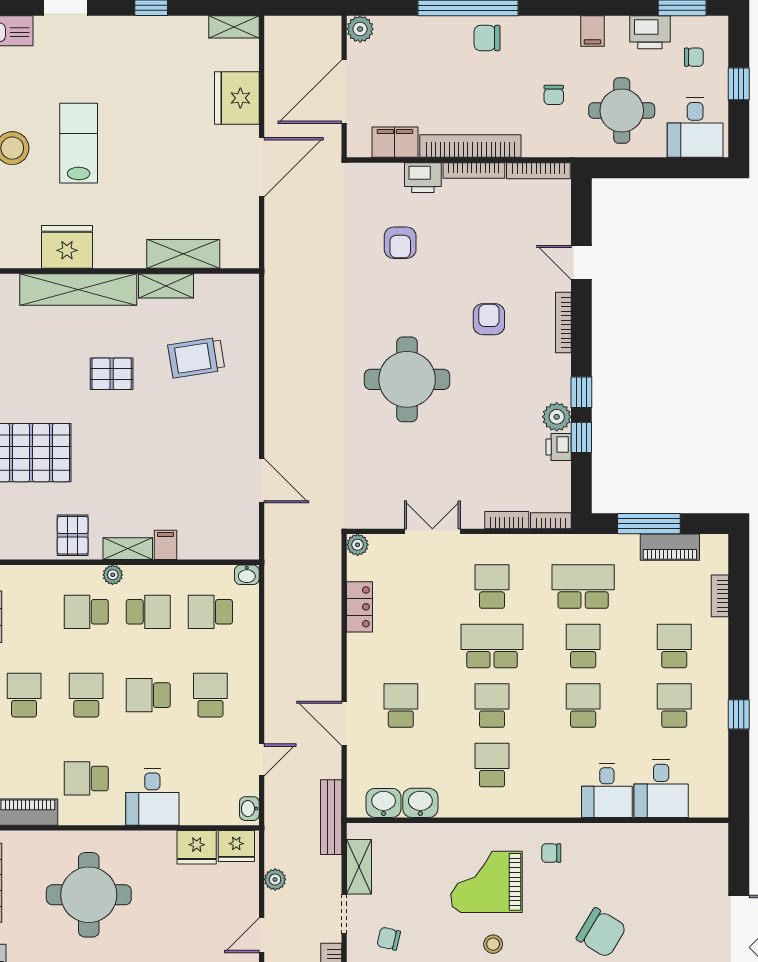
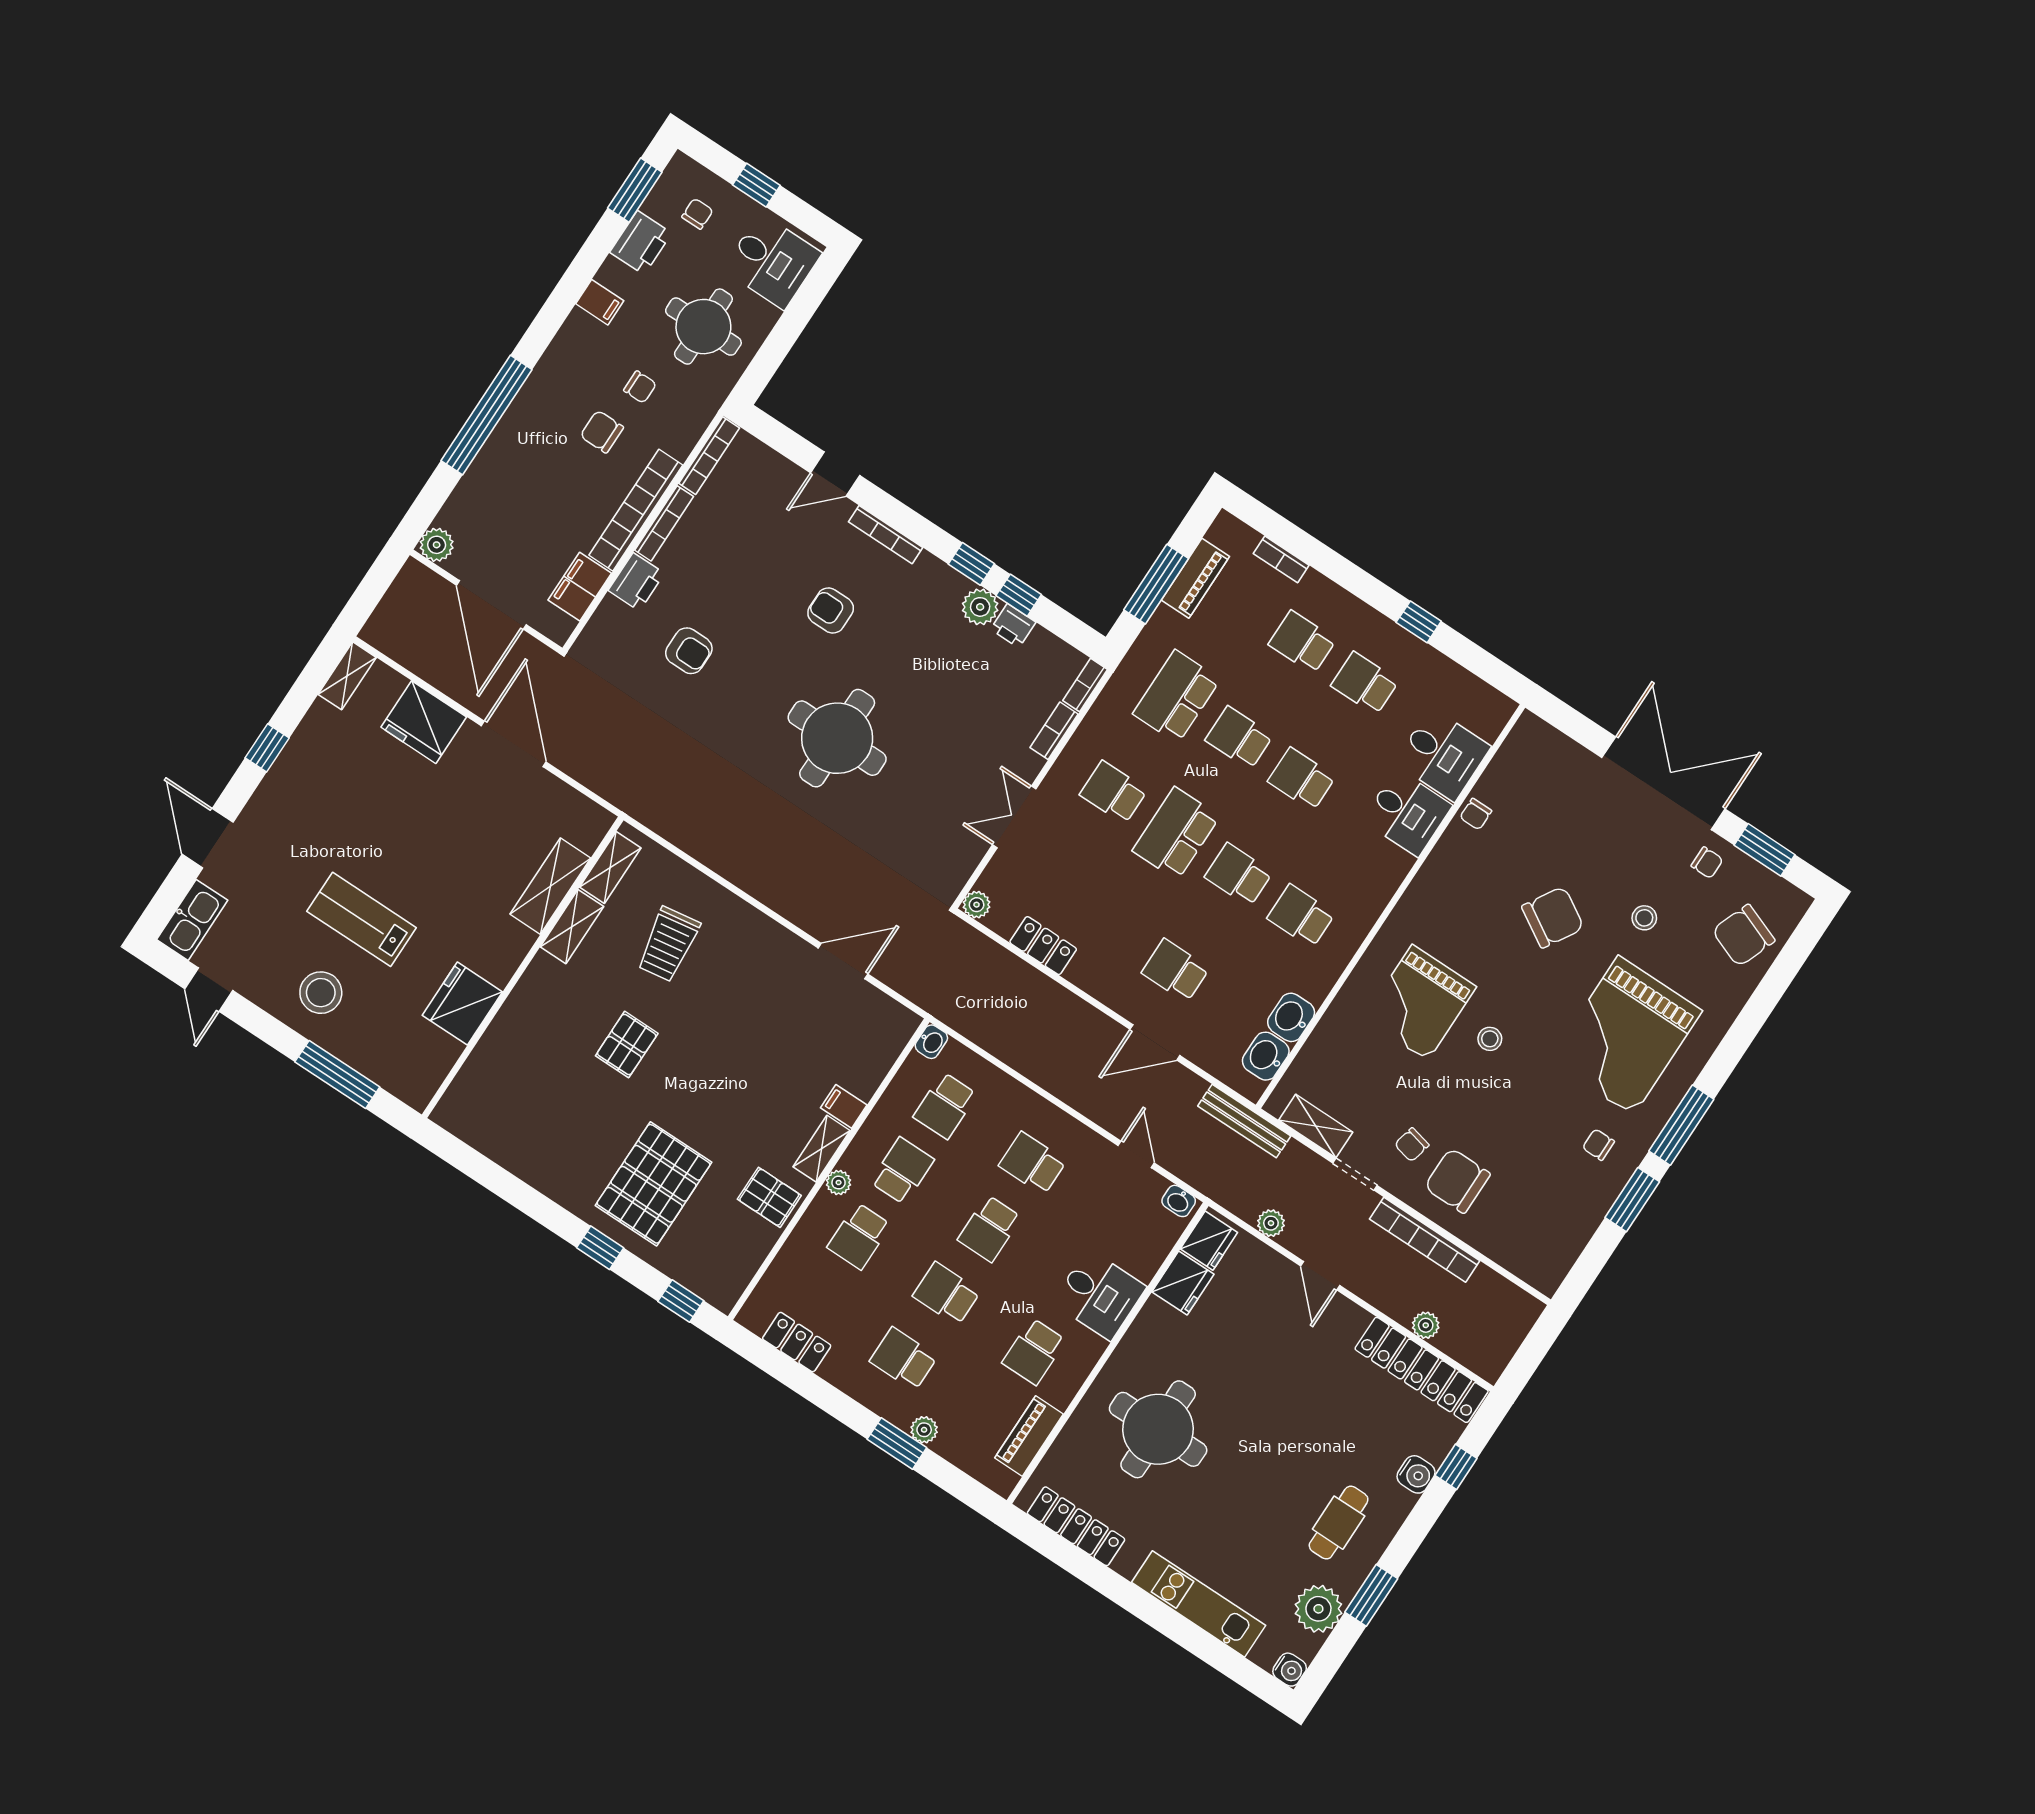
chair: (487, 38) -> (602, 432), moved, turned 90
shelving: (78, 289) -> (610, 868), moved, width x0.45, depth x0.75
chair: (551, 853) -> (1476, 814), moved

